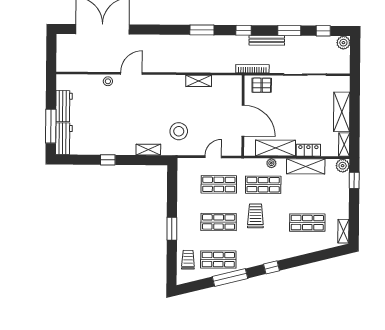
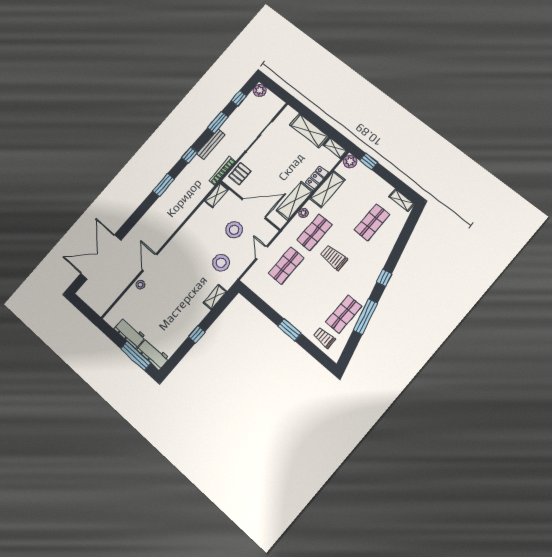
shelving: (199, 81) -> (217, 195), moved
stool: (213, 119) -> (234, 230), added
shop shelf: (219, 222) -> (315, 290), removed

